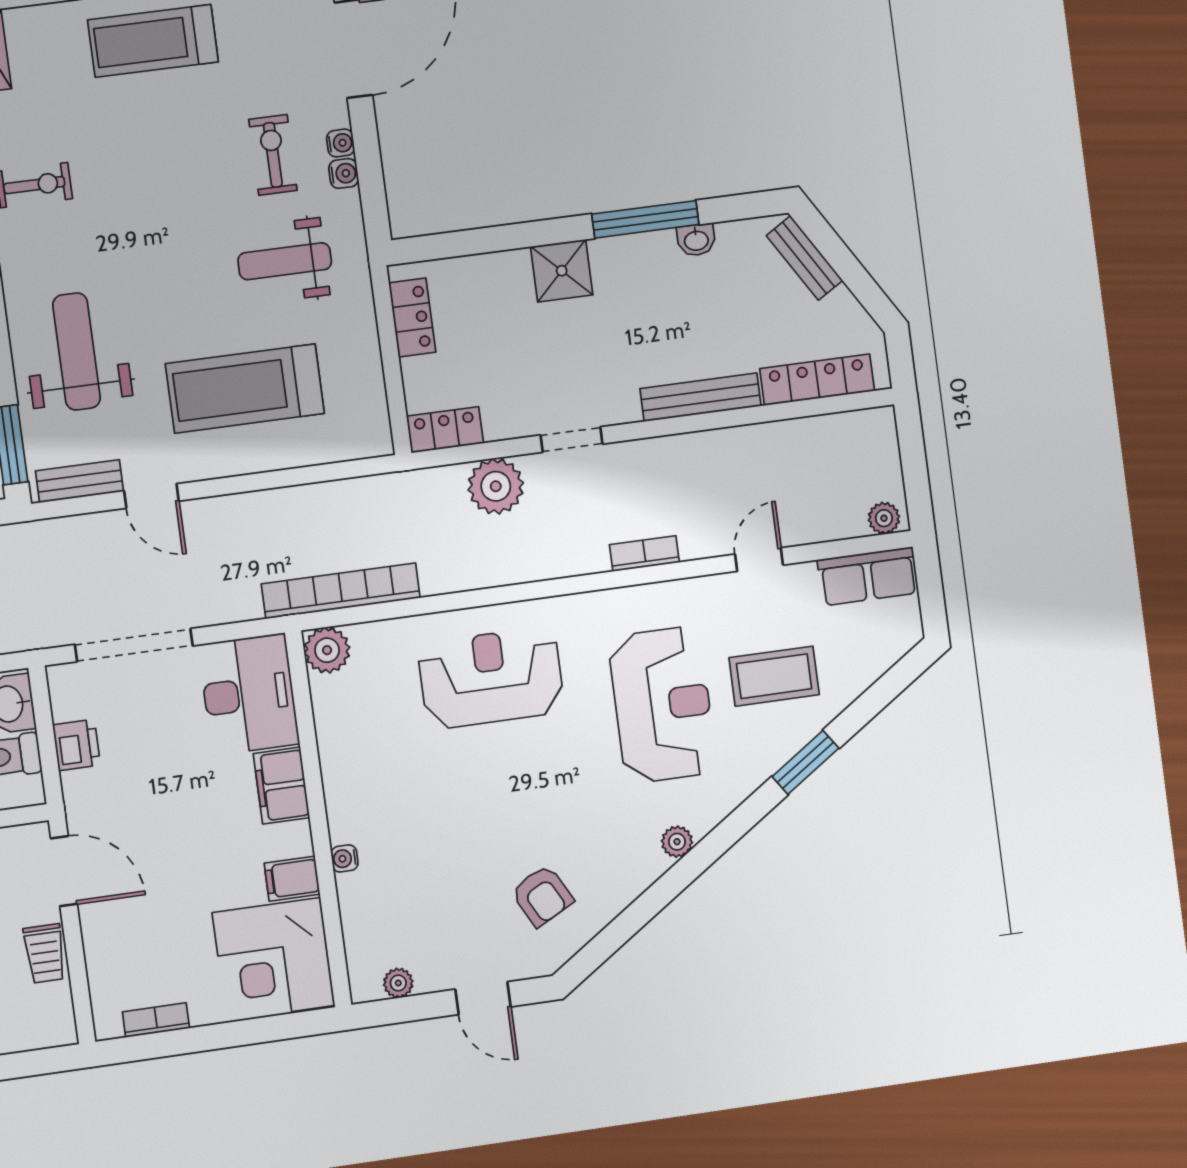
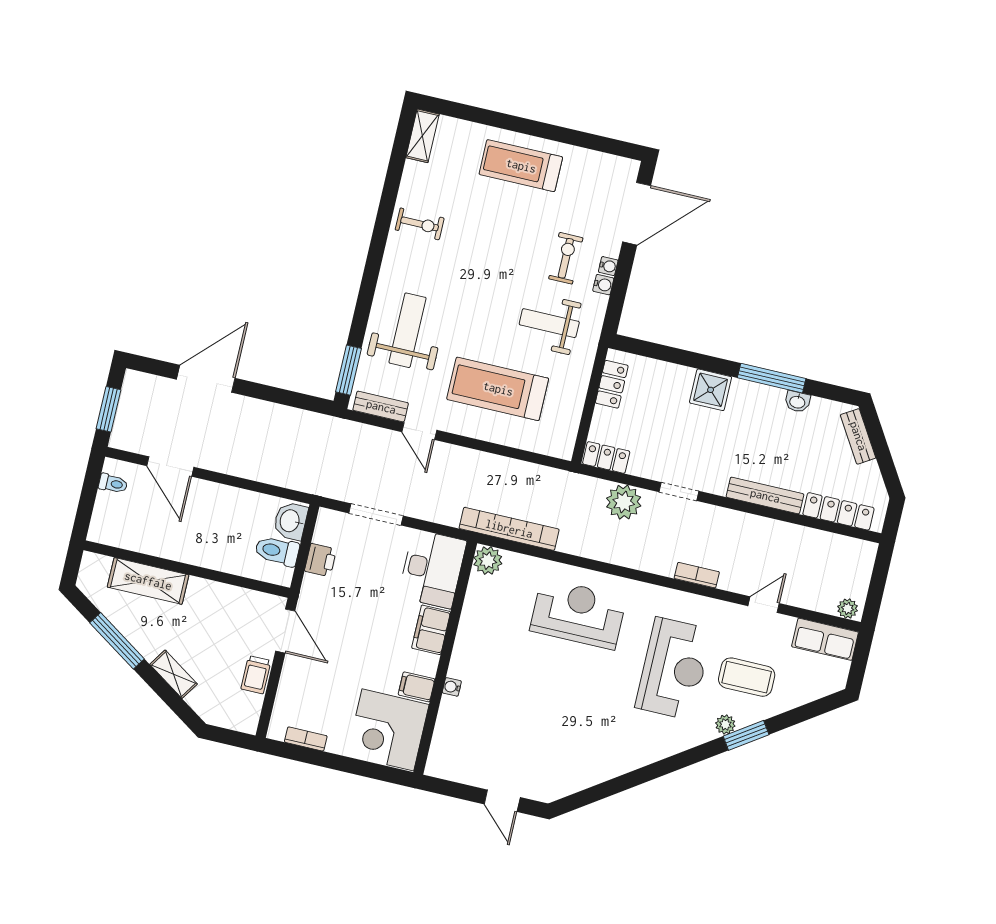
doorway: (134, 645) -> (376, 514), width x0.73
plant: (677, 842) -> (725, 724), moved
armchair: (542, 896) -> (560, 754), removed
plant: (398, 983) -> (456, 772), removed

